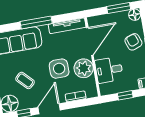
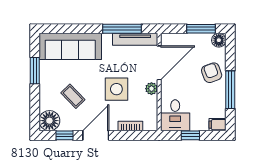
window: (36, 23) -> (122, 29), moved
plant: (84, 68) -> (151, 89), width x0.53, depth x0.53
desk: (109, 70) -> (175, 115), moved, turned -90

